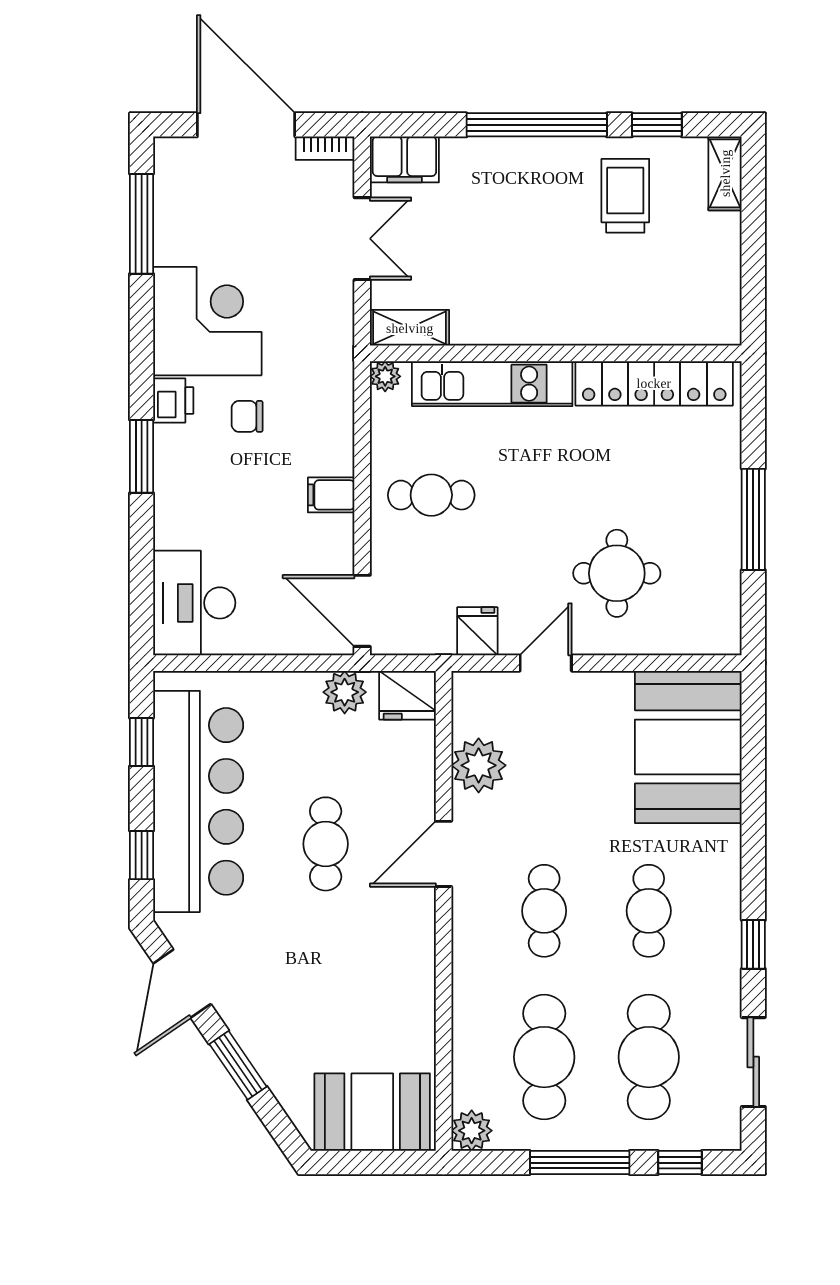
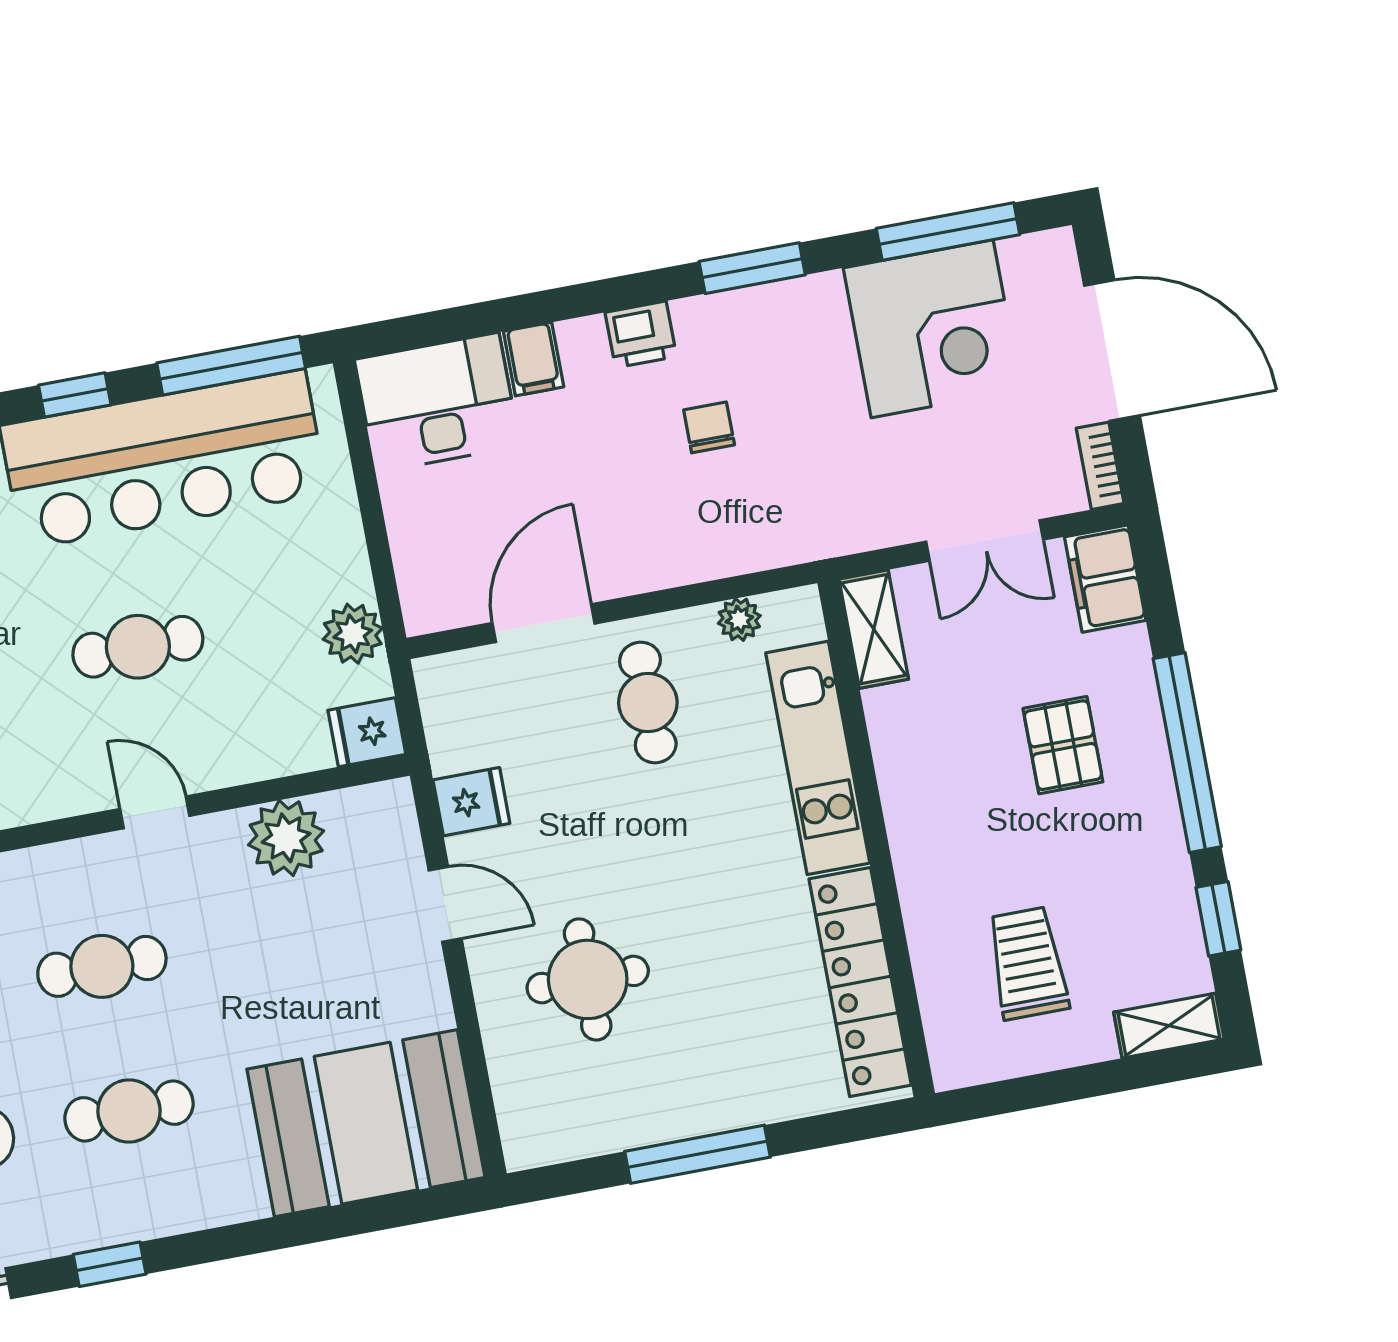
door: (246, 125) -> (1112, 351), hinge flipped
trolley: (625, 196) -> (1028, 963), moved, turned -90
pallet: (515, 211) -> (1063, 745), added
corner desk: (207, 321) -> (932, 329), moved
plant: (385, 376) -> (739, 619), moved
printer: (173, 400) -> (641, 334), moved
window: (142, 456) -> (752, 268), moved
filing cabinet: (331, 495) -> (534, 359), moved, turned 180
door: (362, 611) -> (543, 623), moved
fridge: (407, 695) -> (367, 732), width x0.72
window: (142, 742) -> (231, 366), width x2.17
door: (444, 854) -> (155, 812), width x0.73

